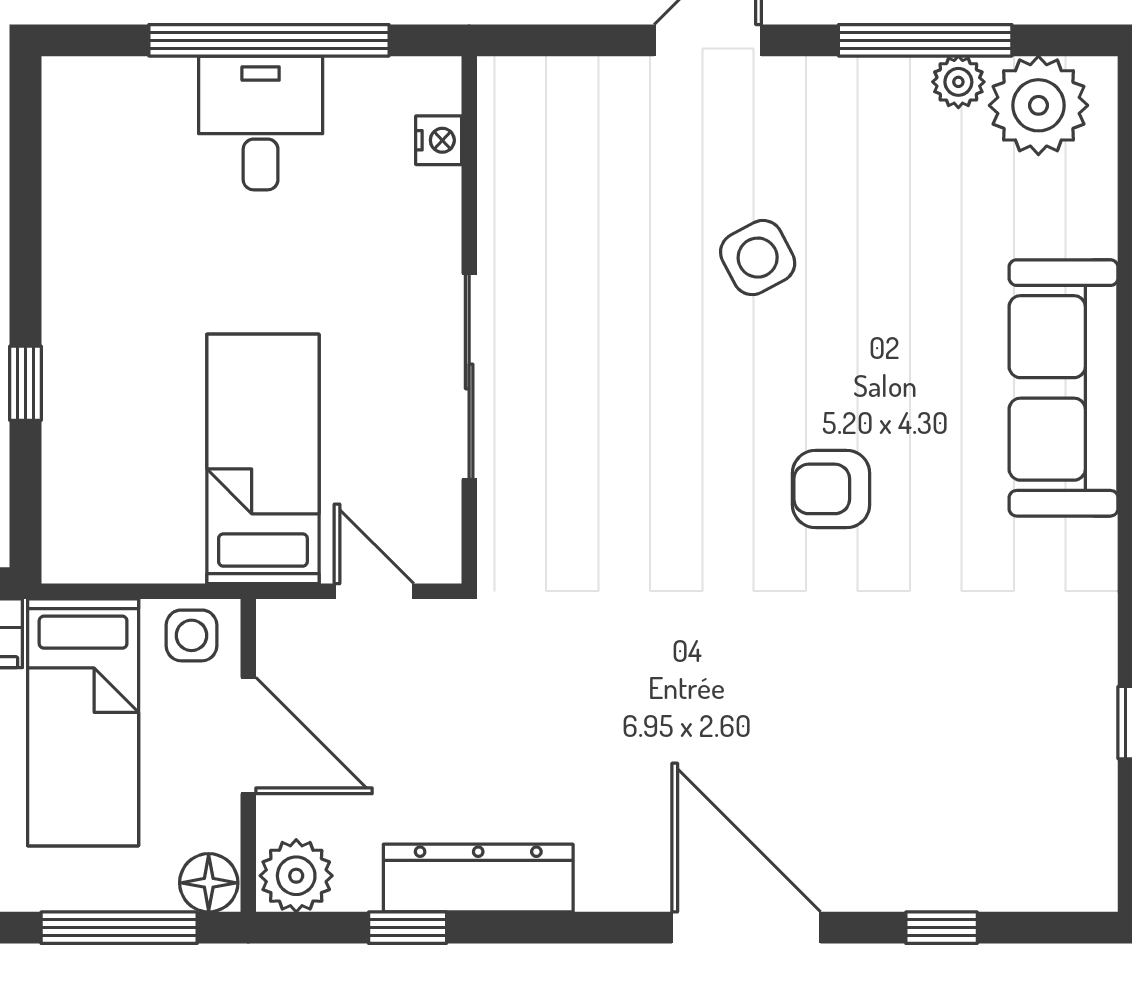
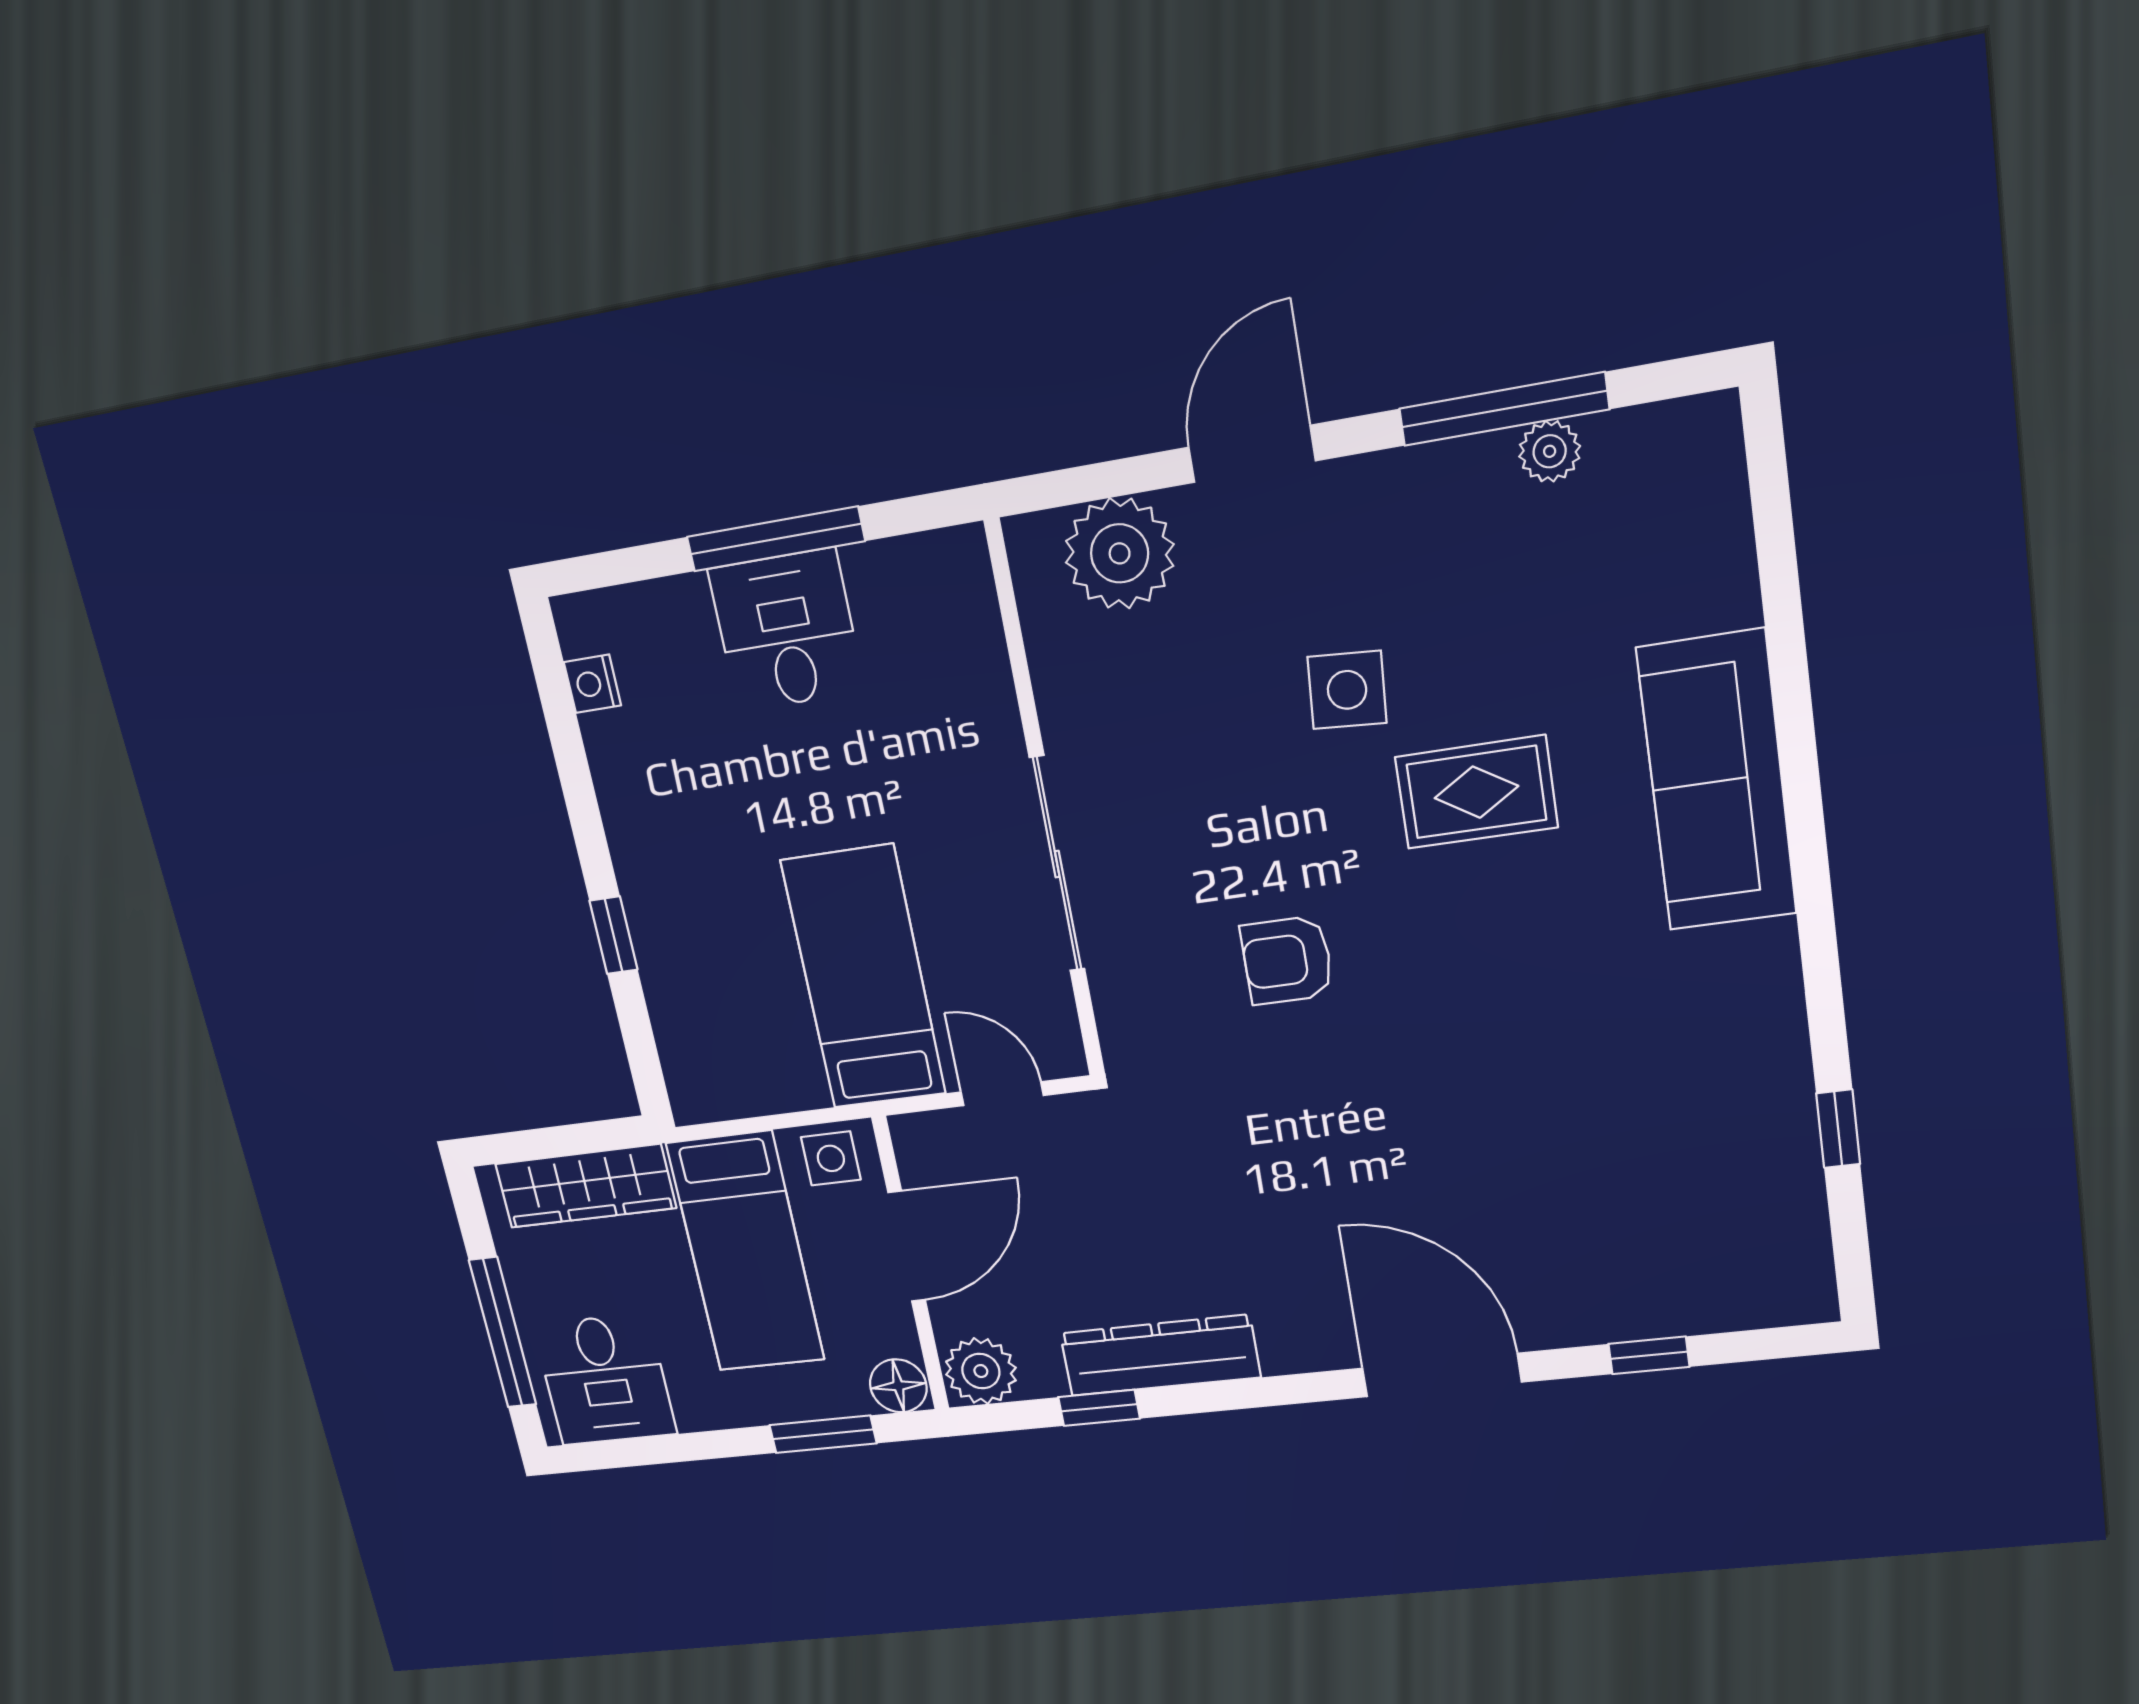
window: (269, 40) -> (776, 539), width x0.68
plant: (1038, 105) -> (1120, 553), moved
nightstand: (439, 140) -> (592, 684), moved, turned 180
side table: (758, 258) -> (1347, 690), turned 32
rug: (857, 366) -> (1476, 792), added
armchair: (831, 489) -> (1287, 960), moved
door: (248, 735) -> (907, 1246), hinge flipped
window: (119, 928) -> (823, 1434), width x0.69

